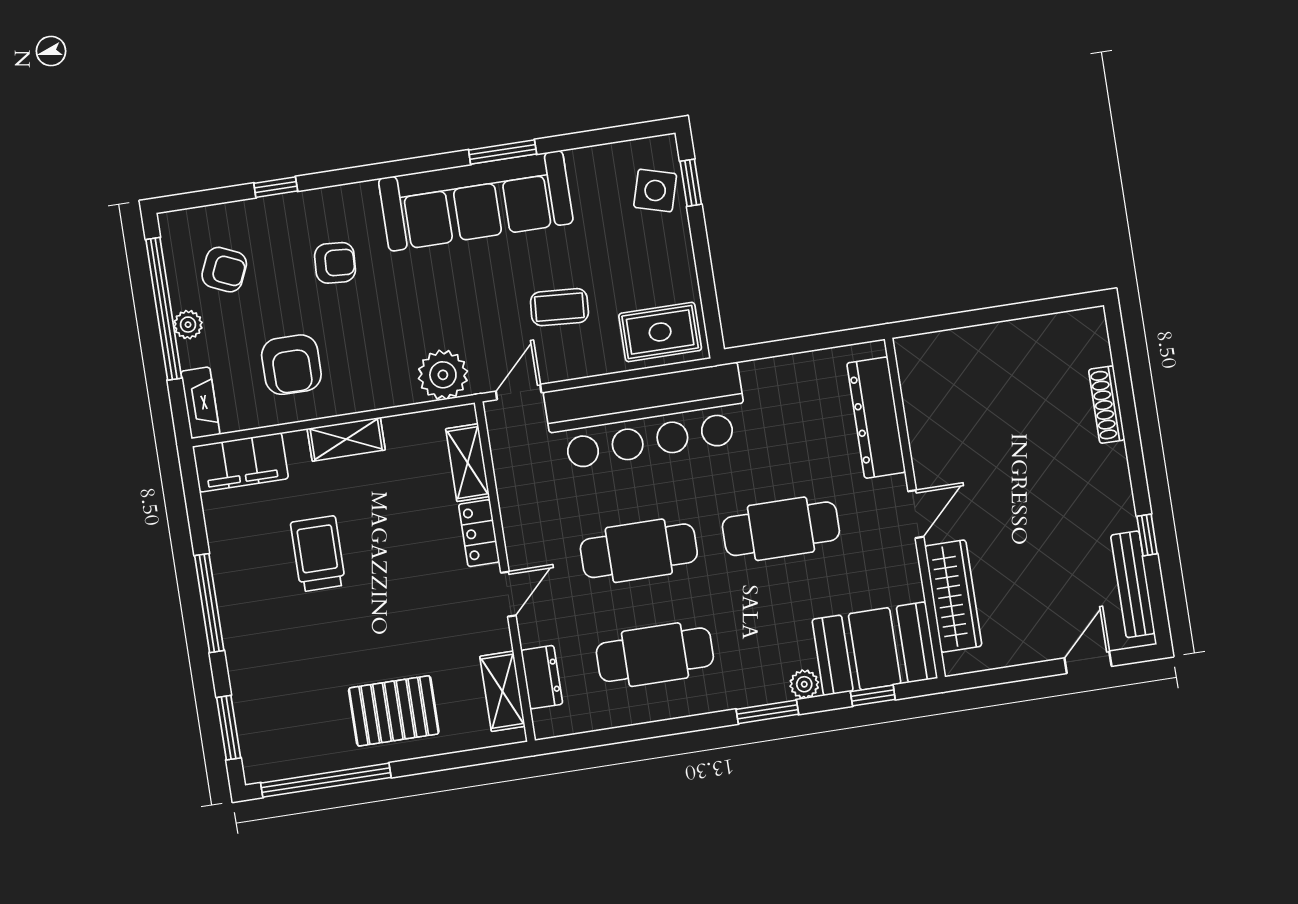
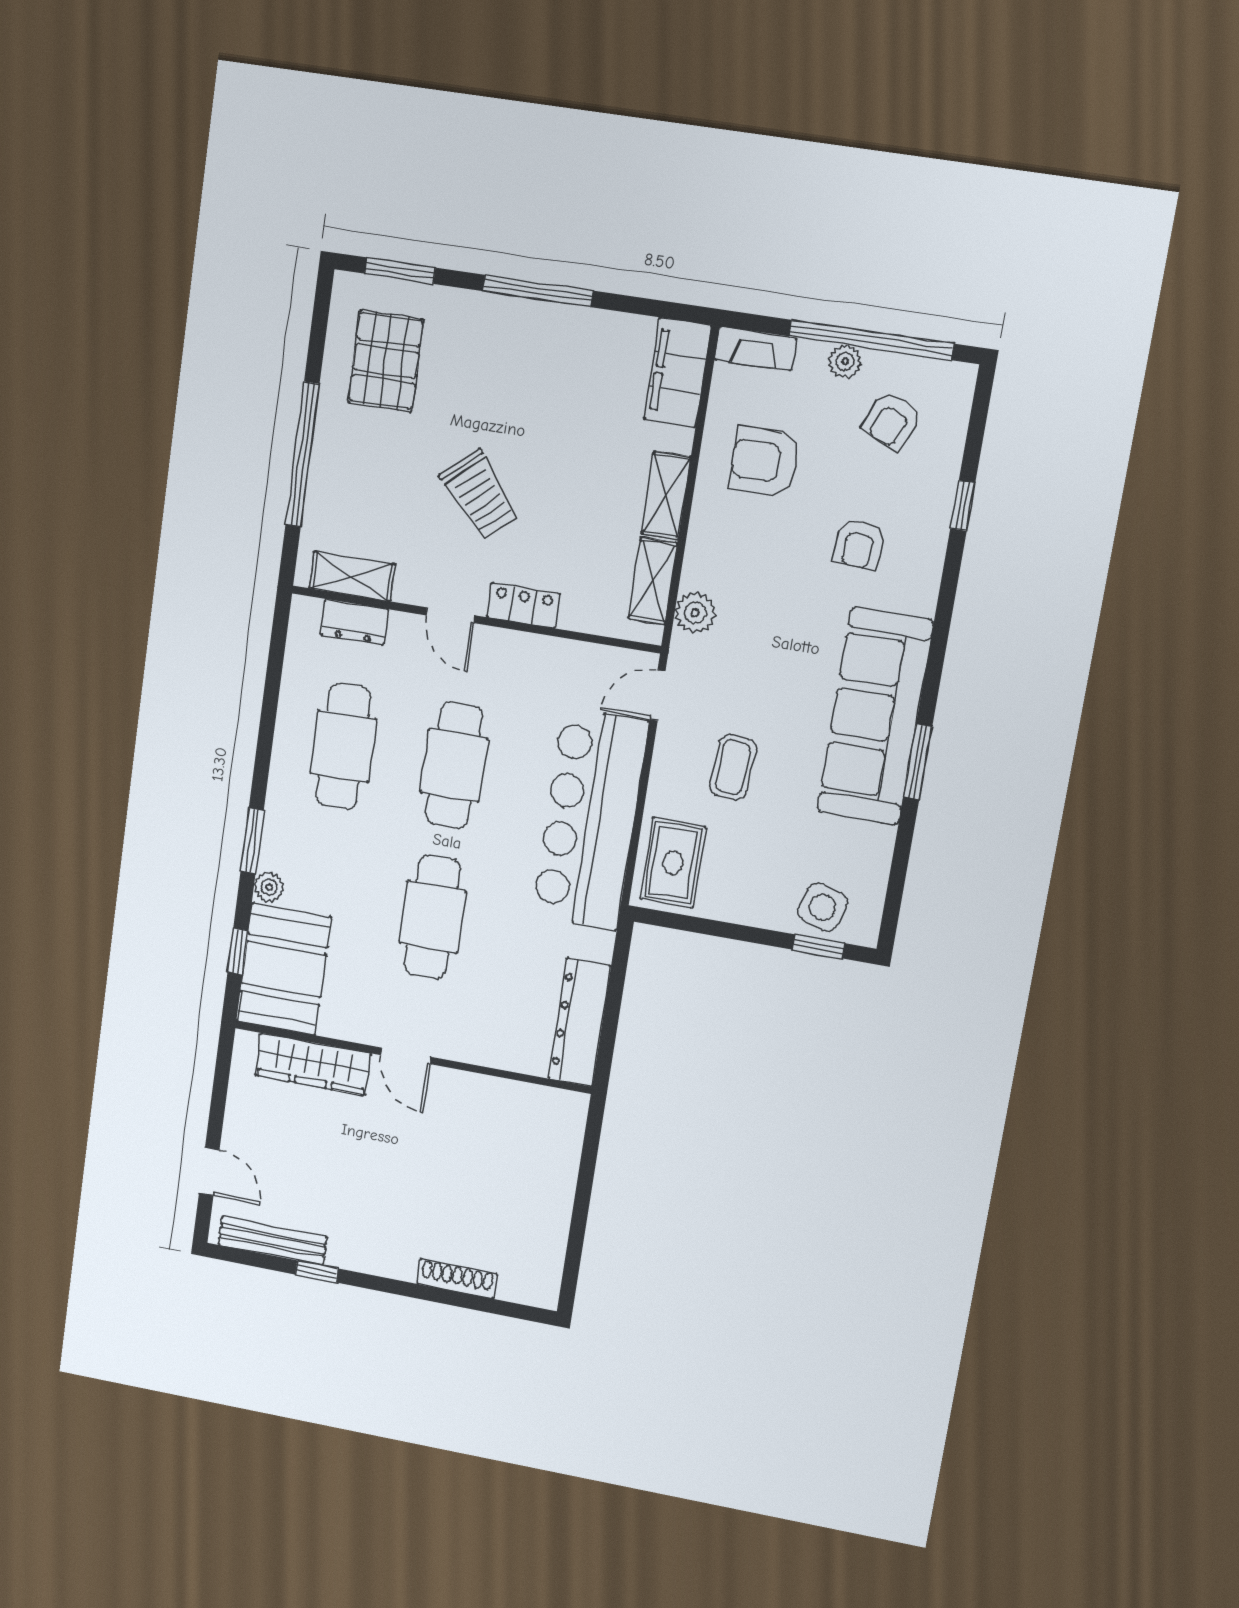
plant: (443, 375) -> (695, 613), width x0.73, depth x0.73
door: (519, 392) -> (658, 695), swing flipped
dresser: (876, 418) -> (580, 1022), moved, turned -90
shelving: (468, 463) -> (653, 581), moved, turned 90
trolley: (318, 554) -> (480, 495), moved, turned 49
pallet: (394, 711) -> (386, 361), moved
window: (326, 780) -> (302, 455), moved

